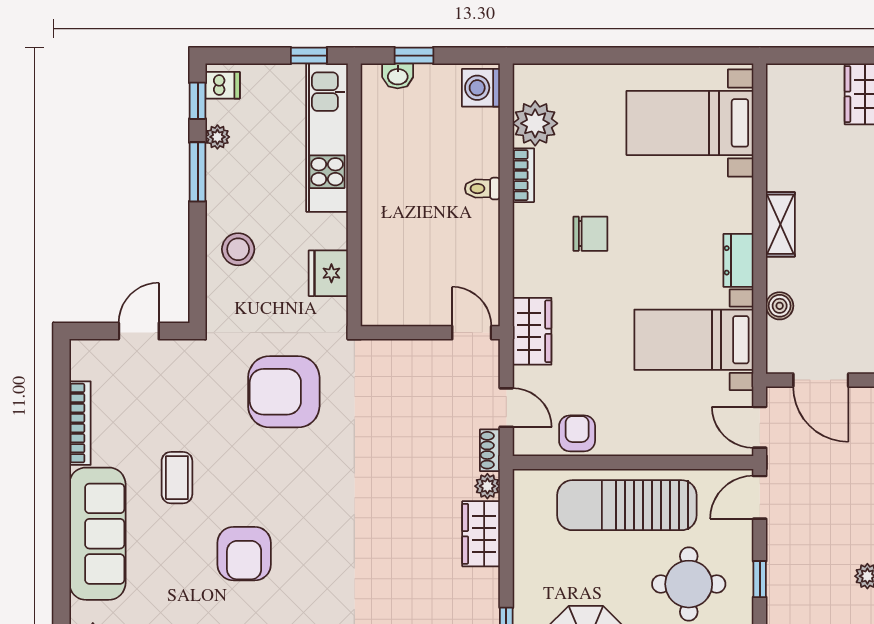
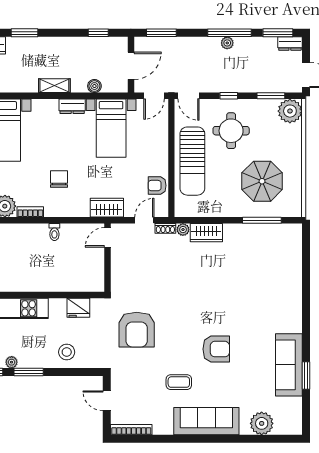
toilet: (482, 189) -> (54, 232), moved
bookcase: (80, 423) -> (131, 430), moved

